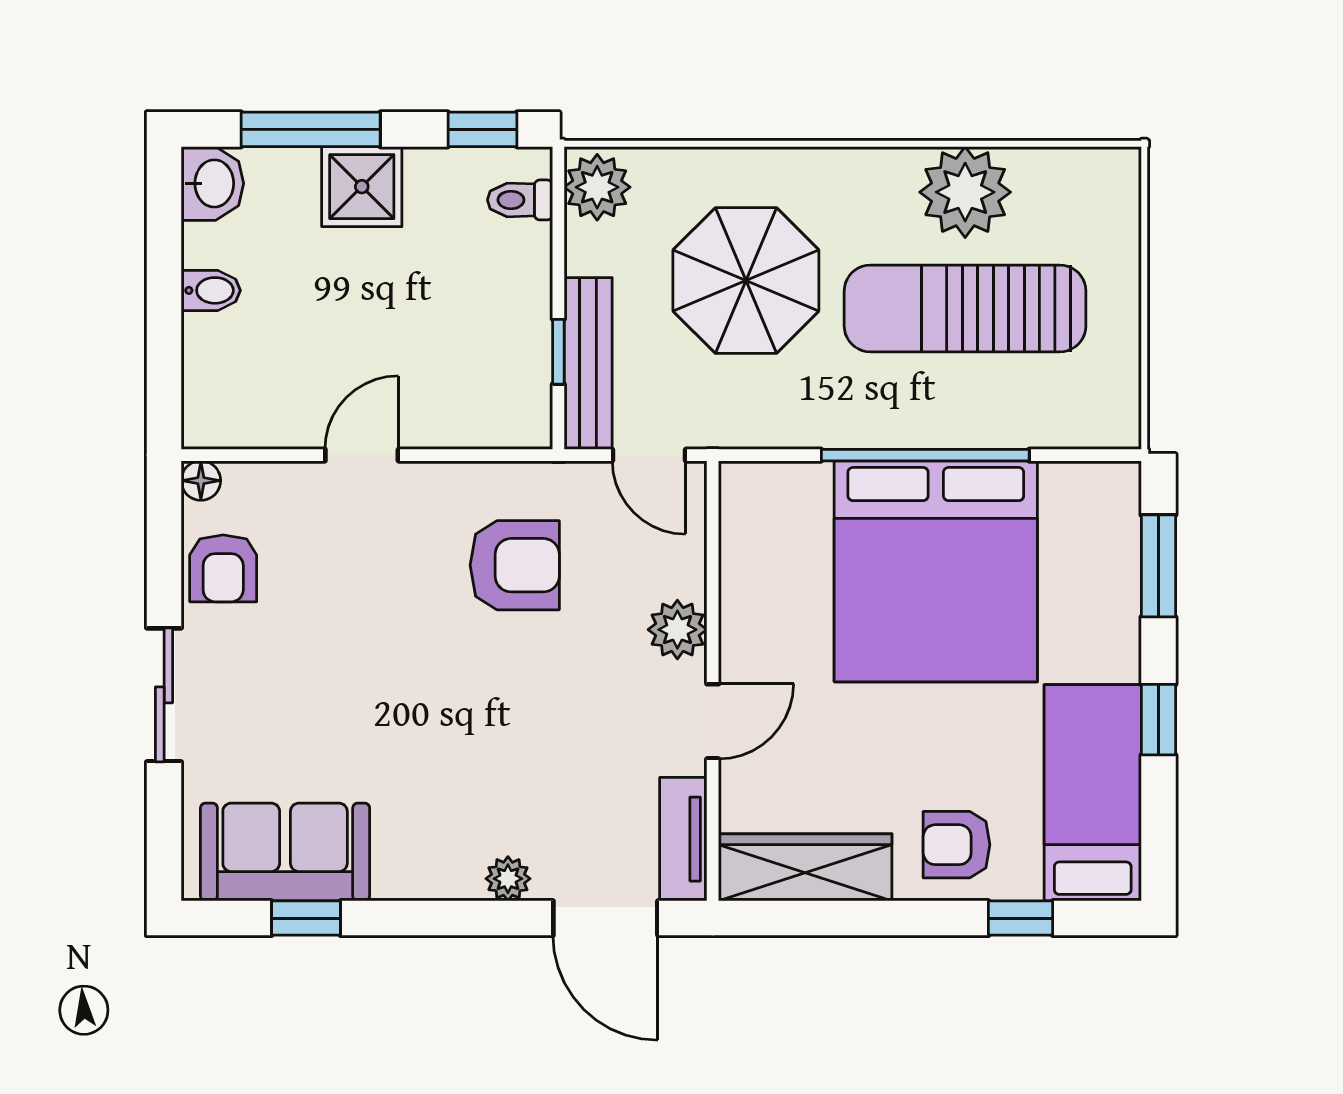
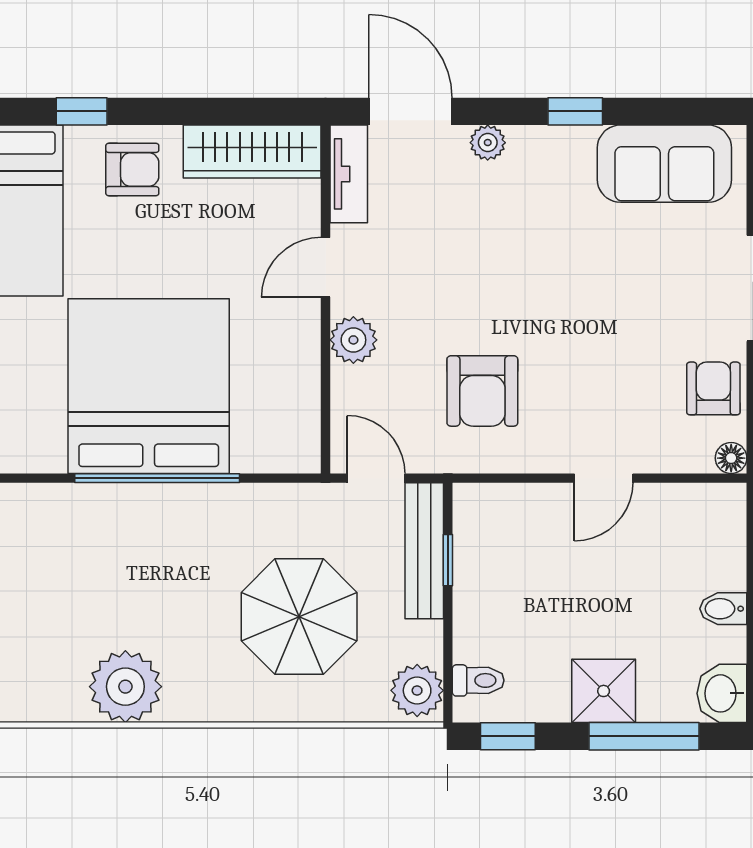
sun lounger: (965, 308) -> (126, 594), removed
armchair: (515, 565) -> (482, 391), turned -90
window: (306, 918) -> (575, 111), moved

